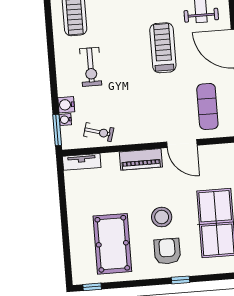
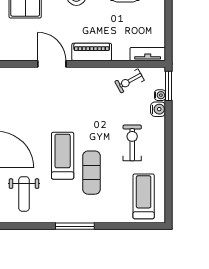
treadmill: (163, 48) -> (63, 156), turned 180
exercise mat: (207, 106) -> (92, 173), moved
exercise bike: (99, 132) -> (130, 81), turned -45

